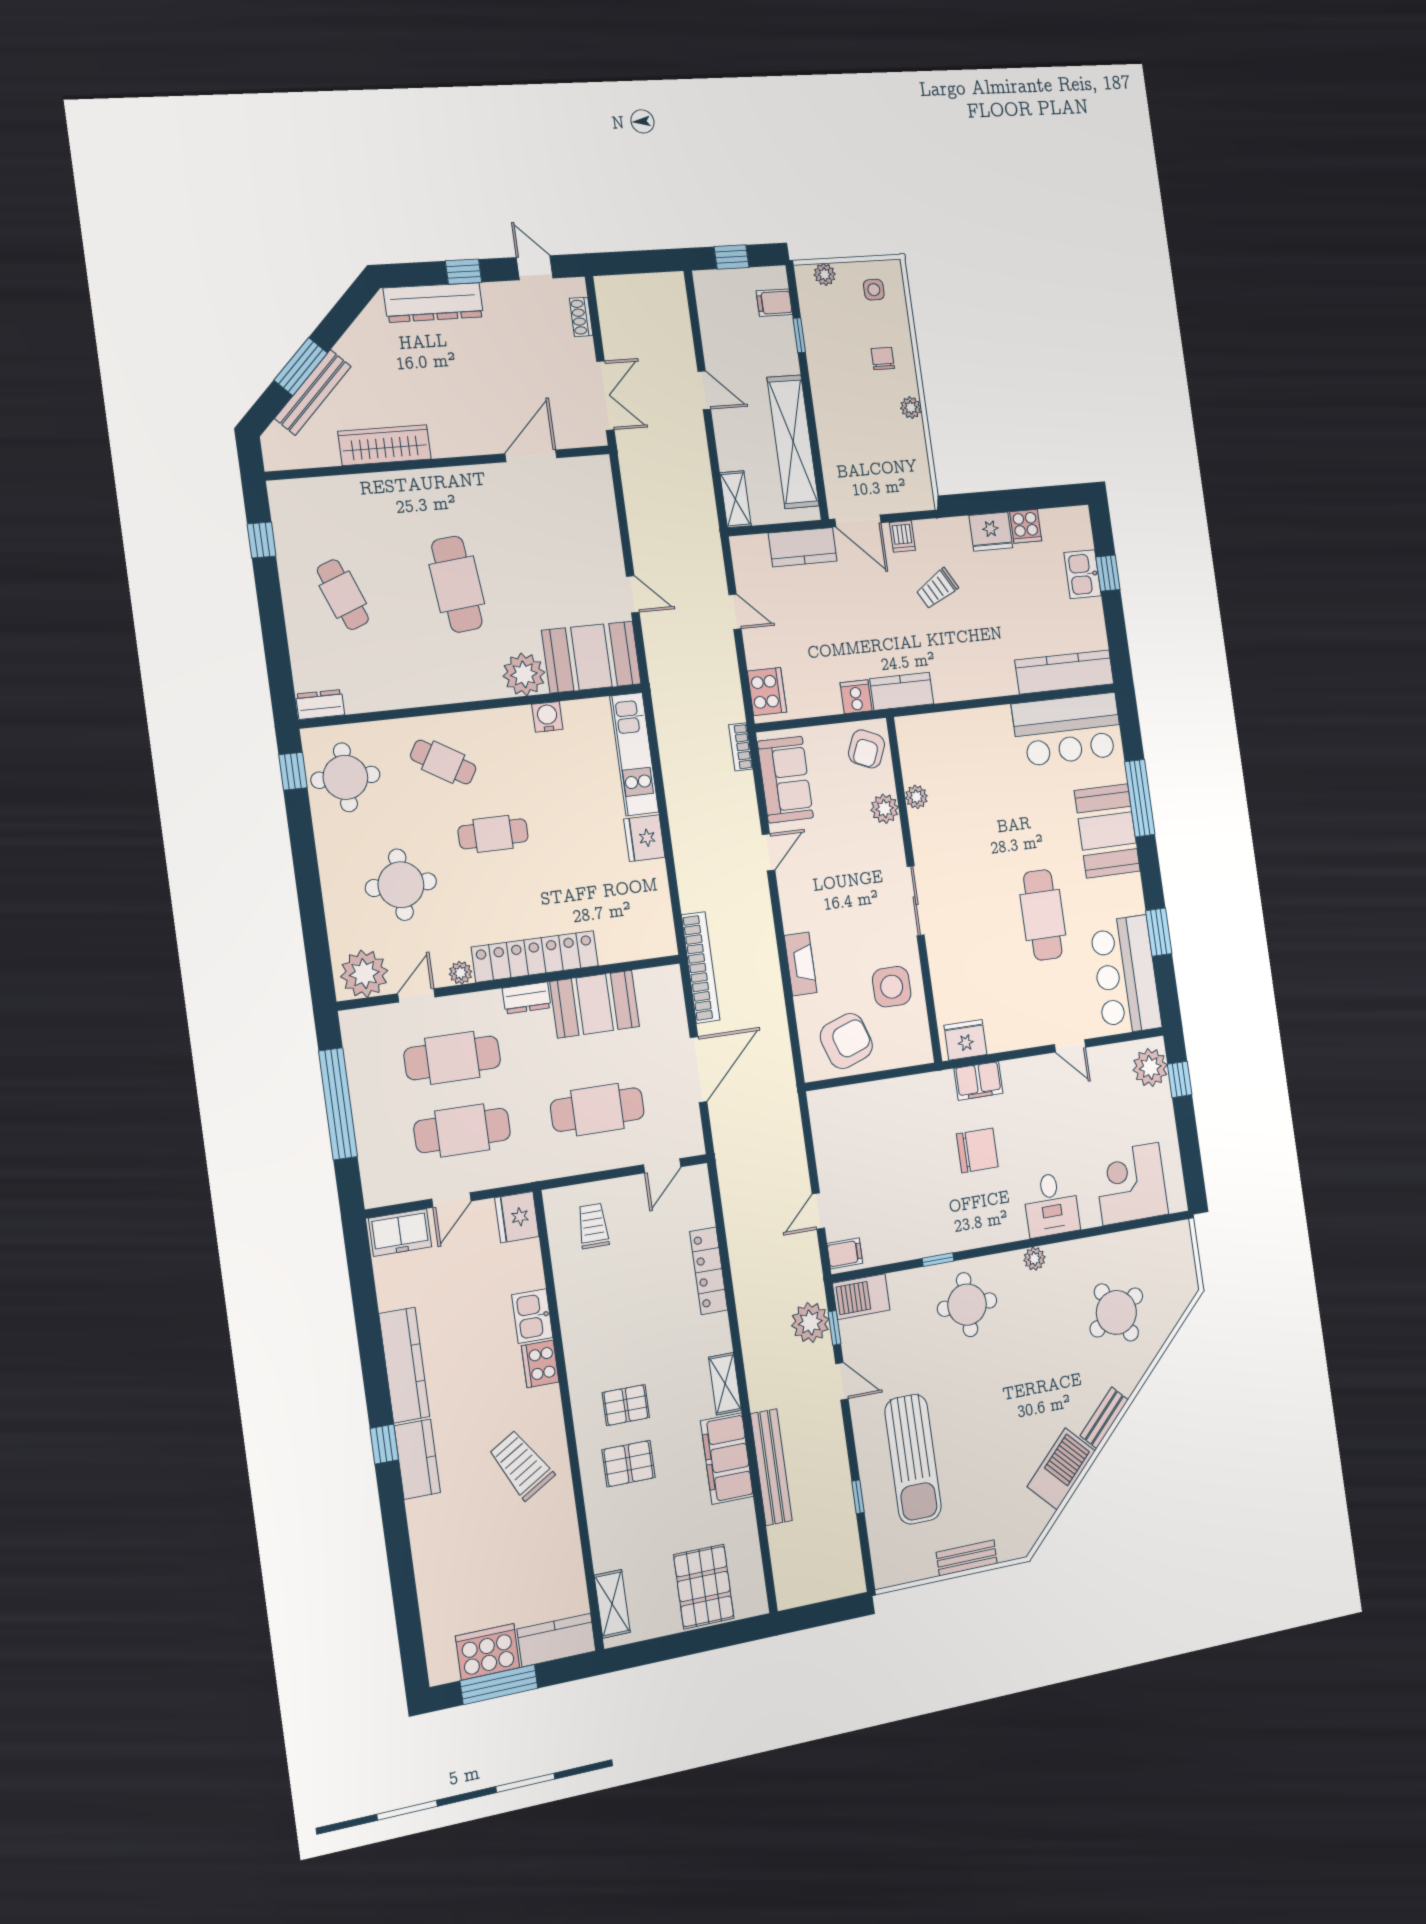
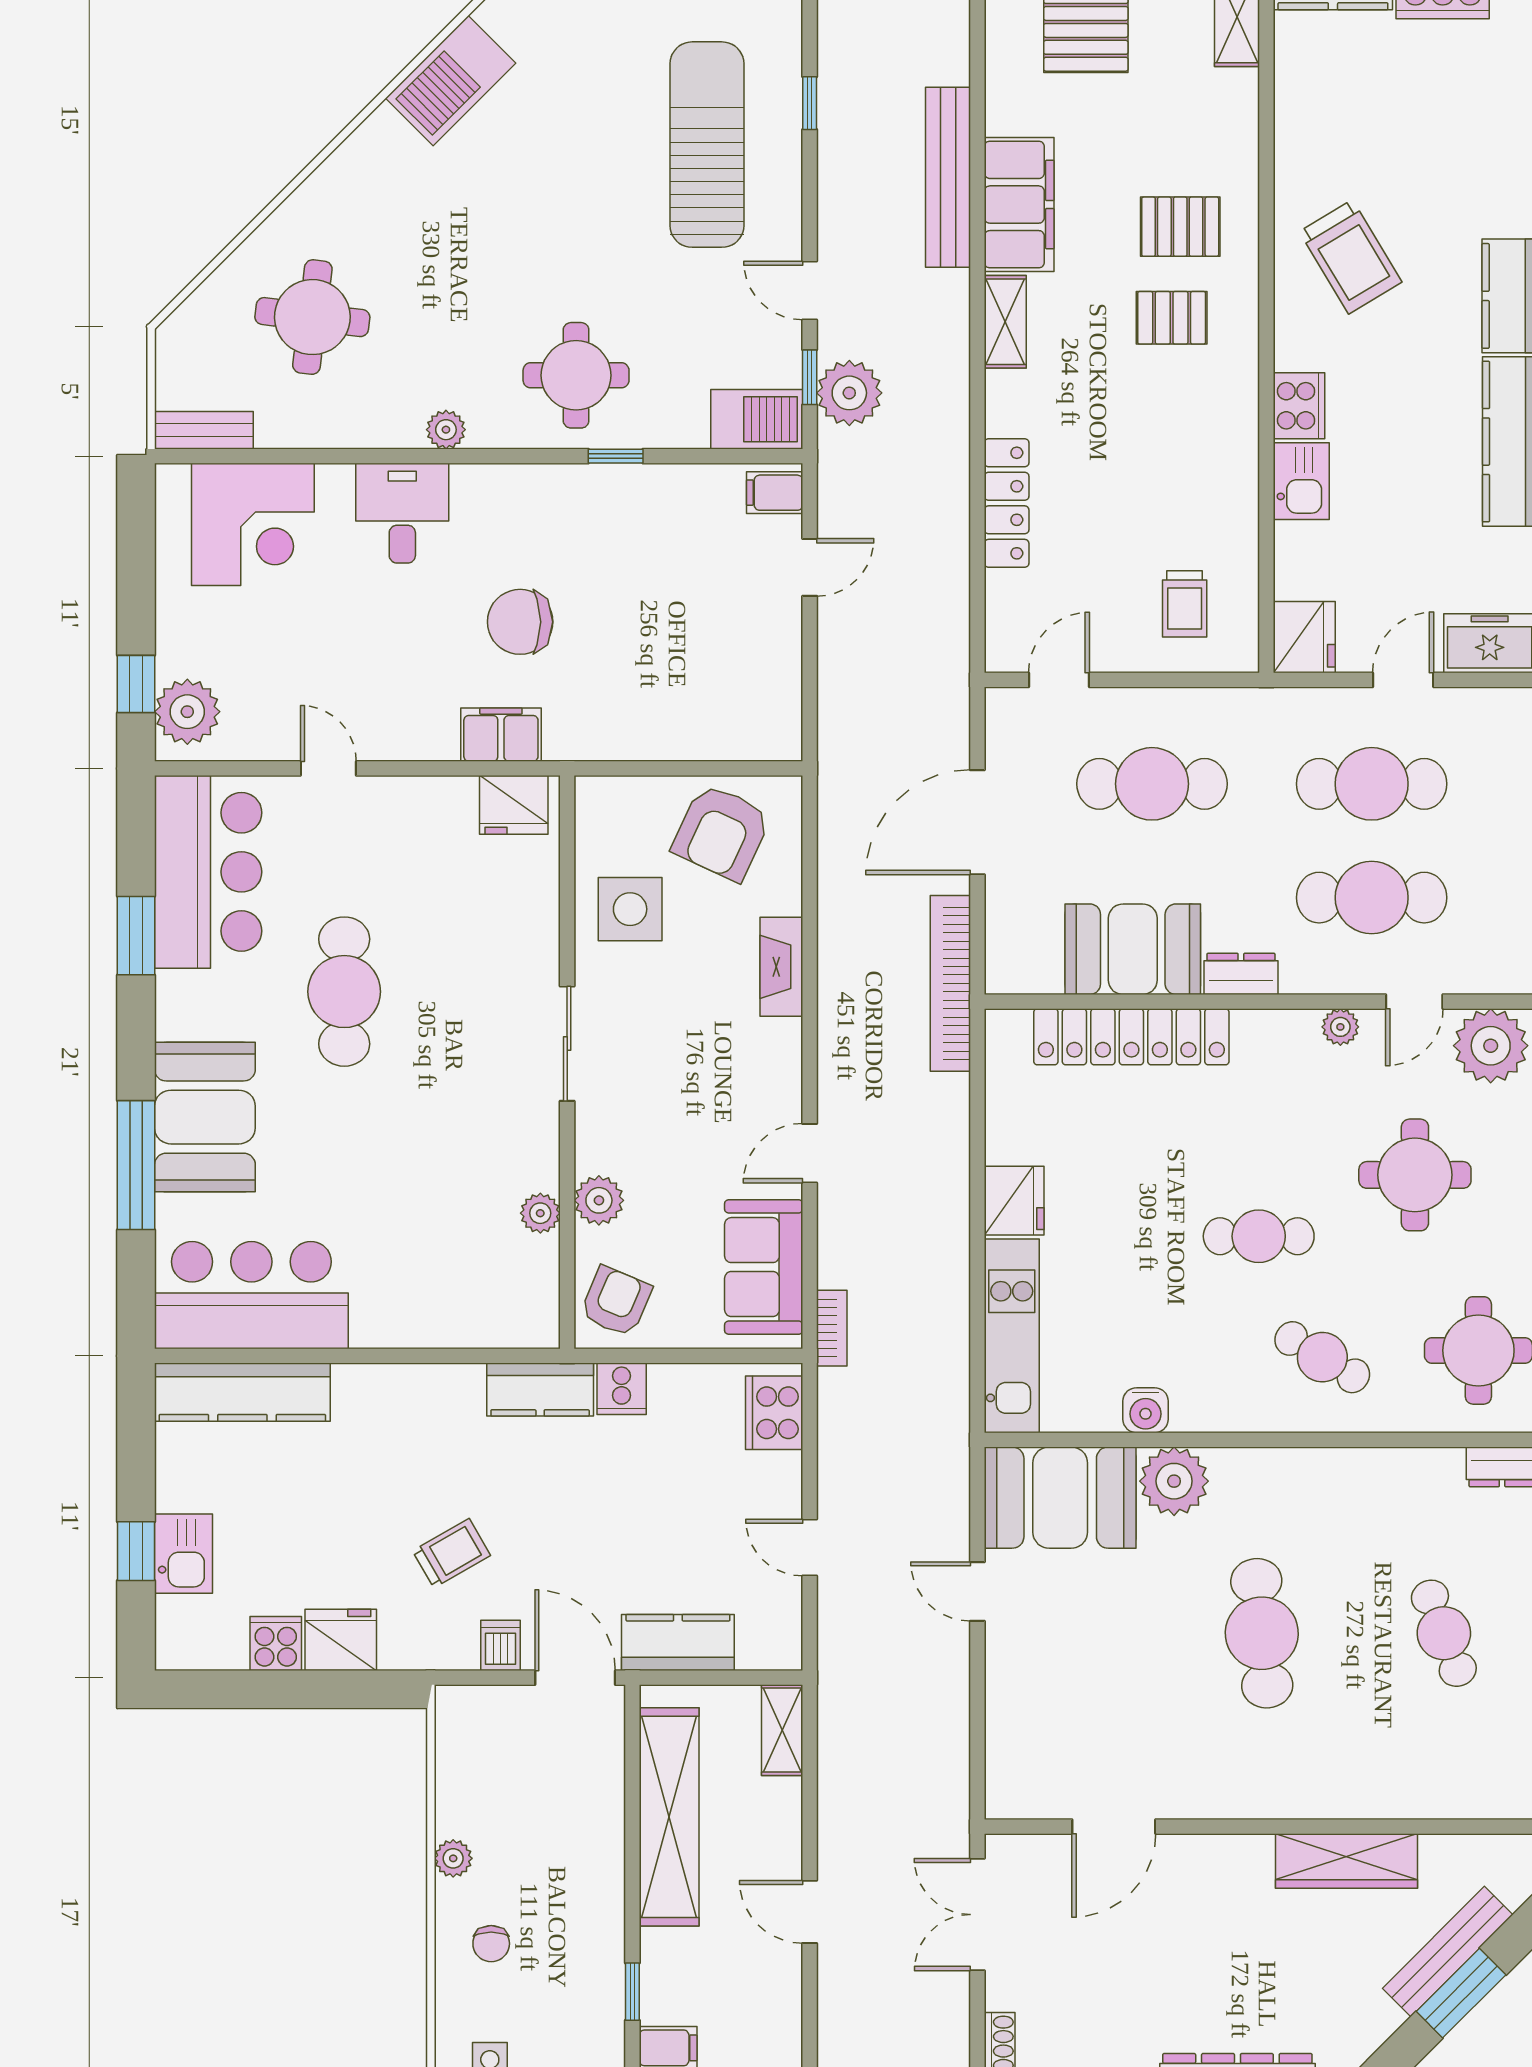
locker: (535, 956) -> (1131, 1037), moved
armchair: (846, 1041) -> (721, 832), turned -46
round table: (1116, 1312) -> (312, 317), turned 36
bench: (1104, 1418) -> (204, 430), moved, turned 45

